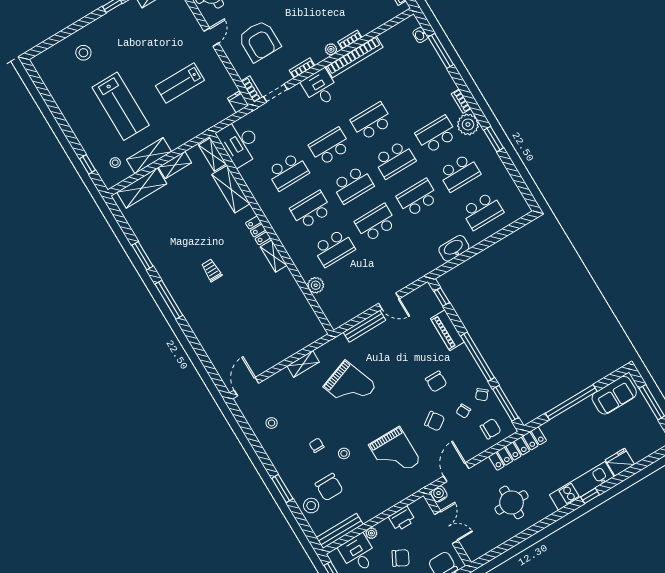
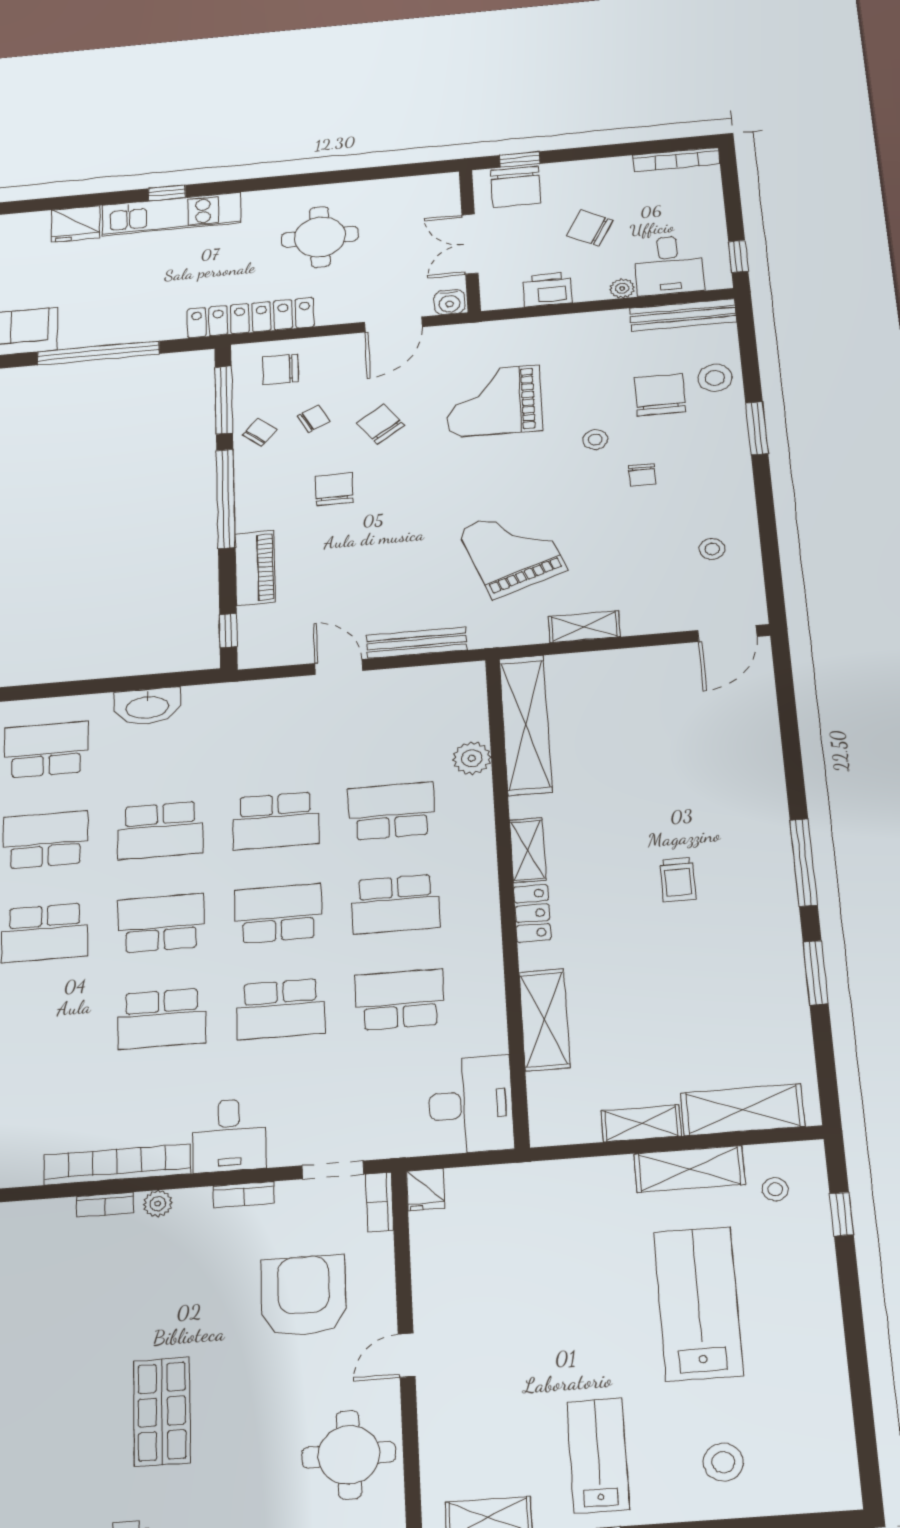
lab bench: (180, 83) -> (598, 1455), moved, turned -90
shelving: (212, 154) -> (526, 725), moved, width x2.20, depth x1.33
grand piano: (395, 453) -> (494, 401), turned -89

